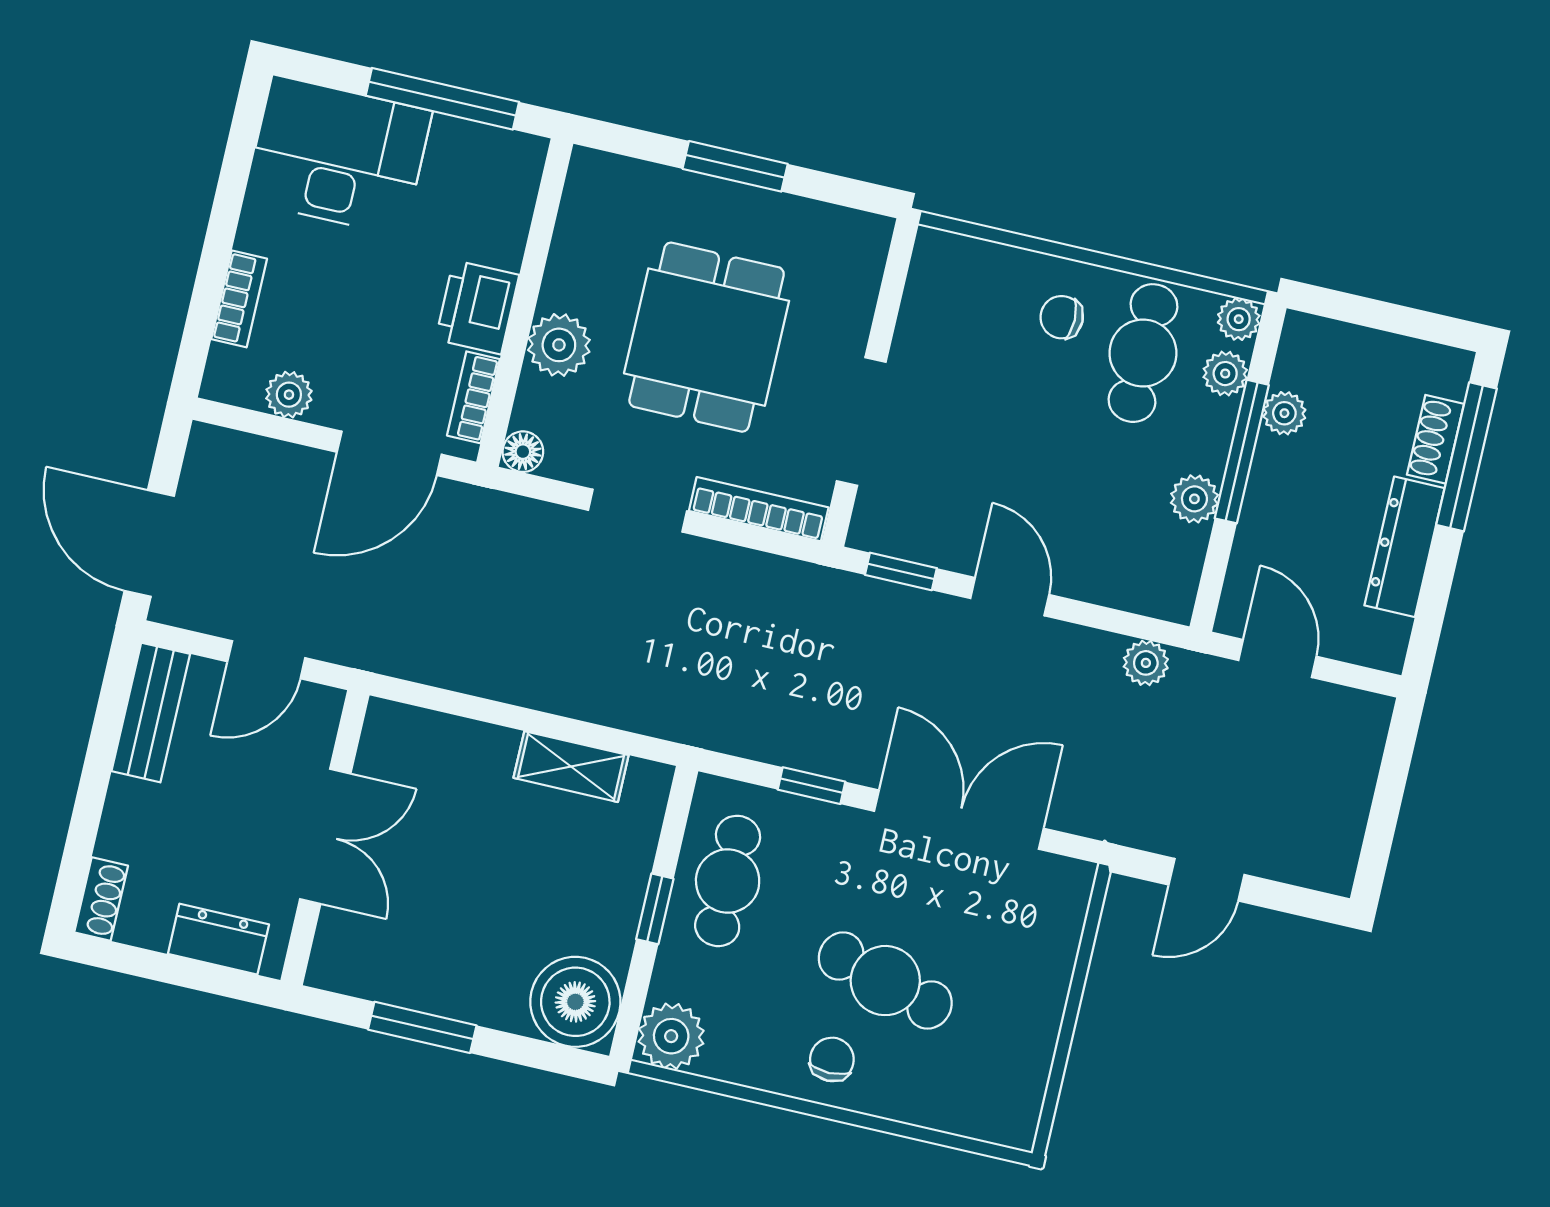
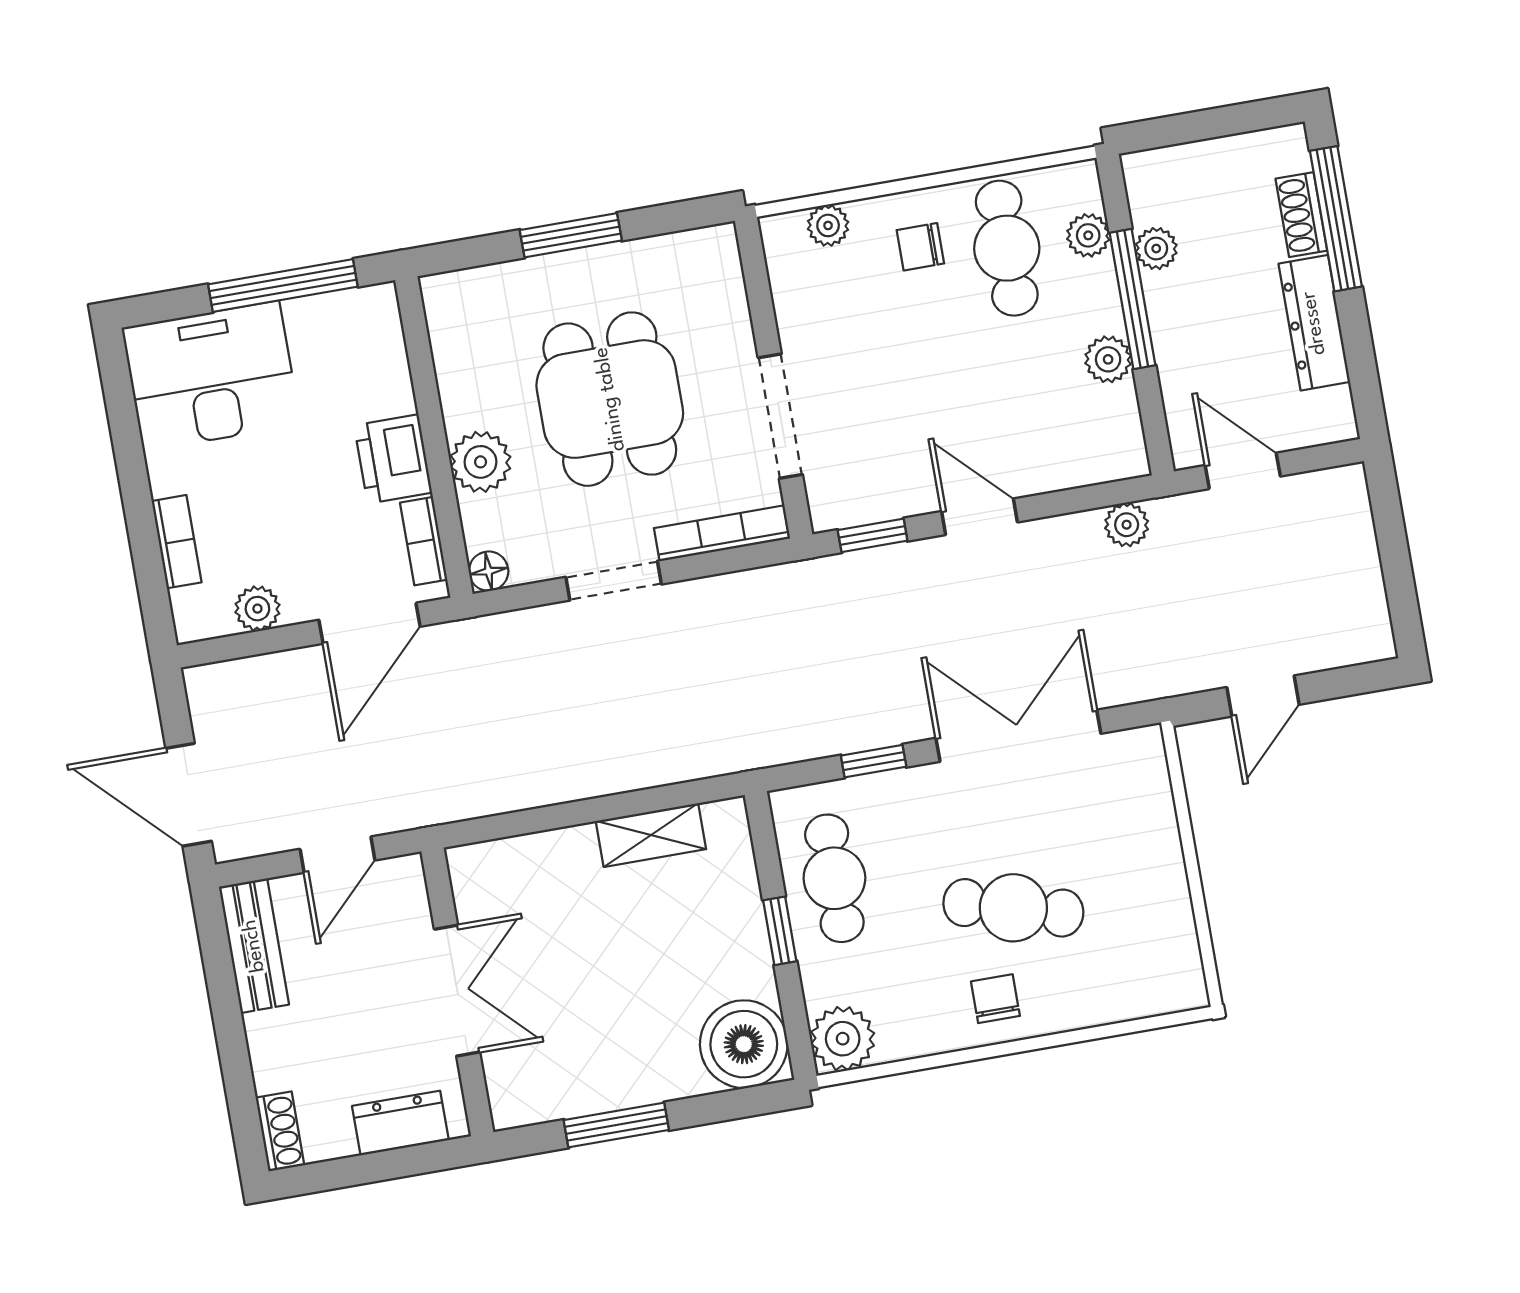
plant: (1239, 319) -> (828, 225), moved

